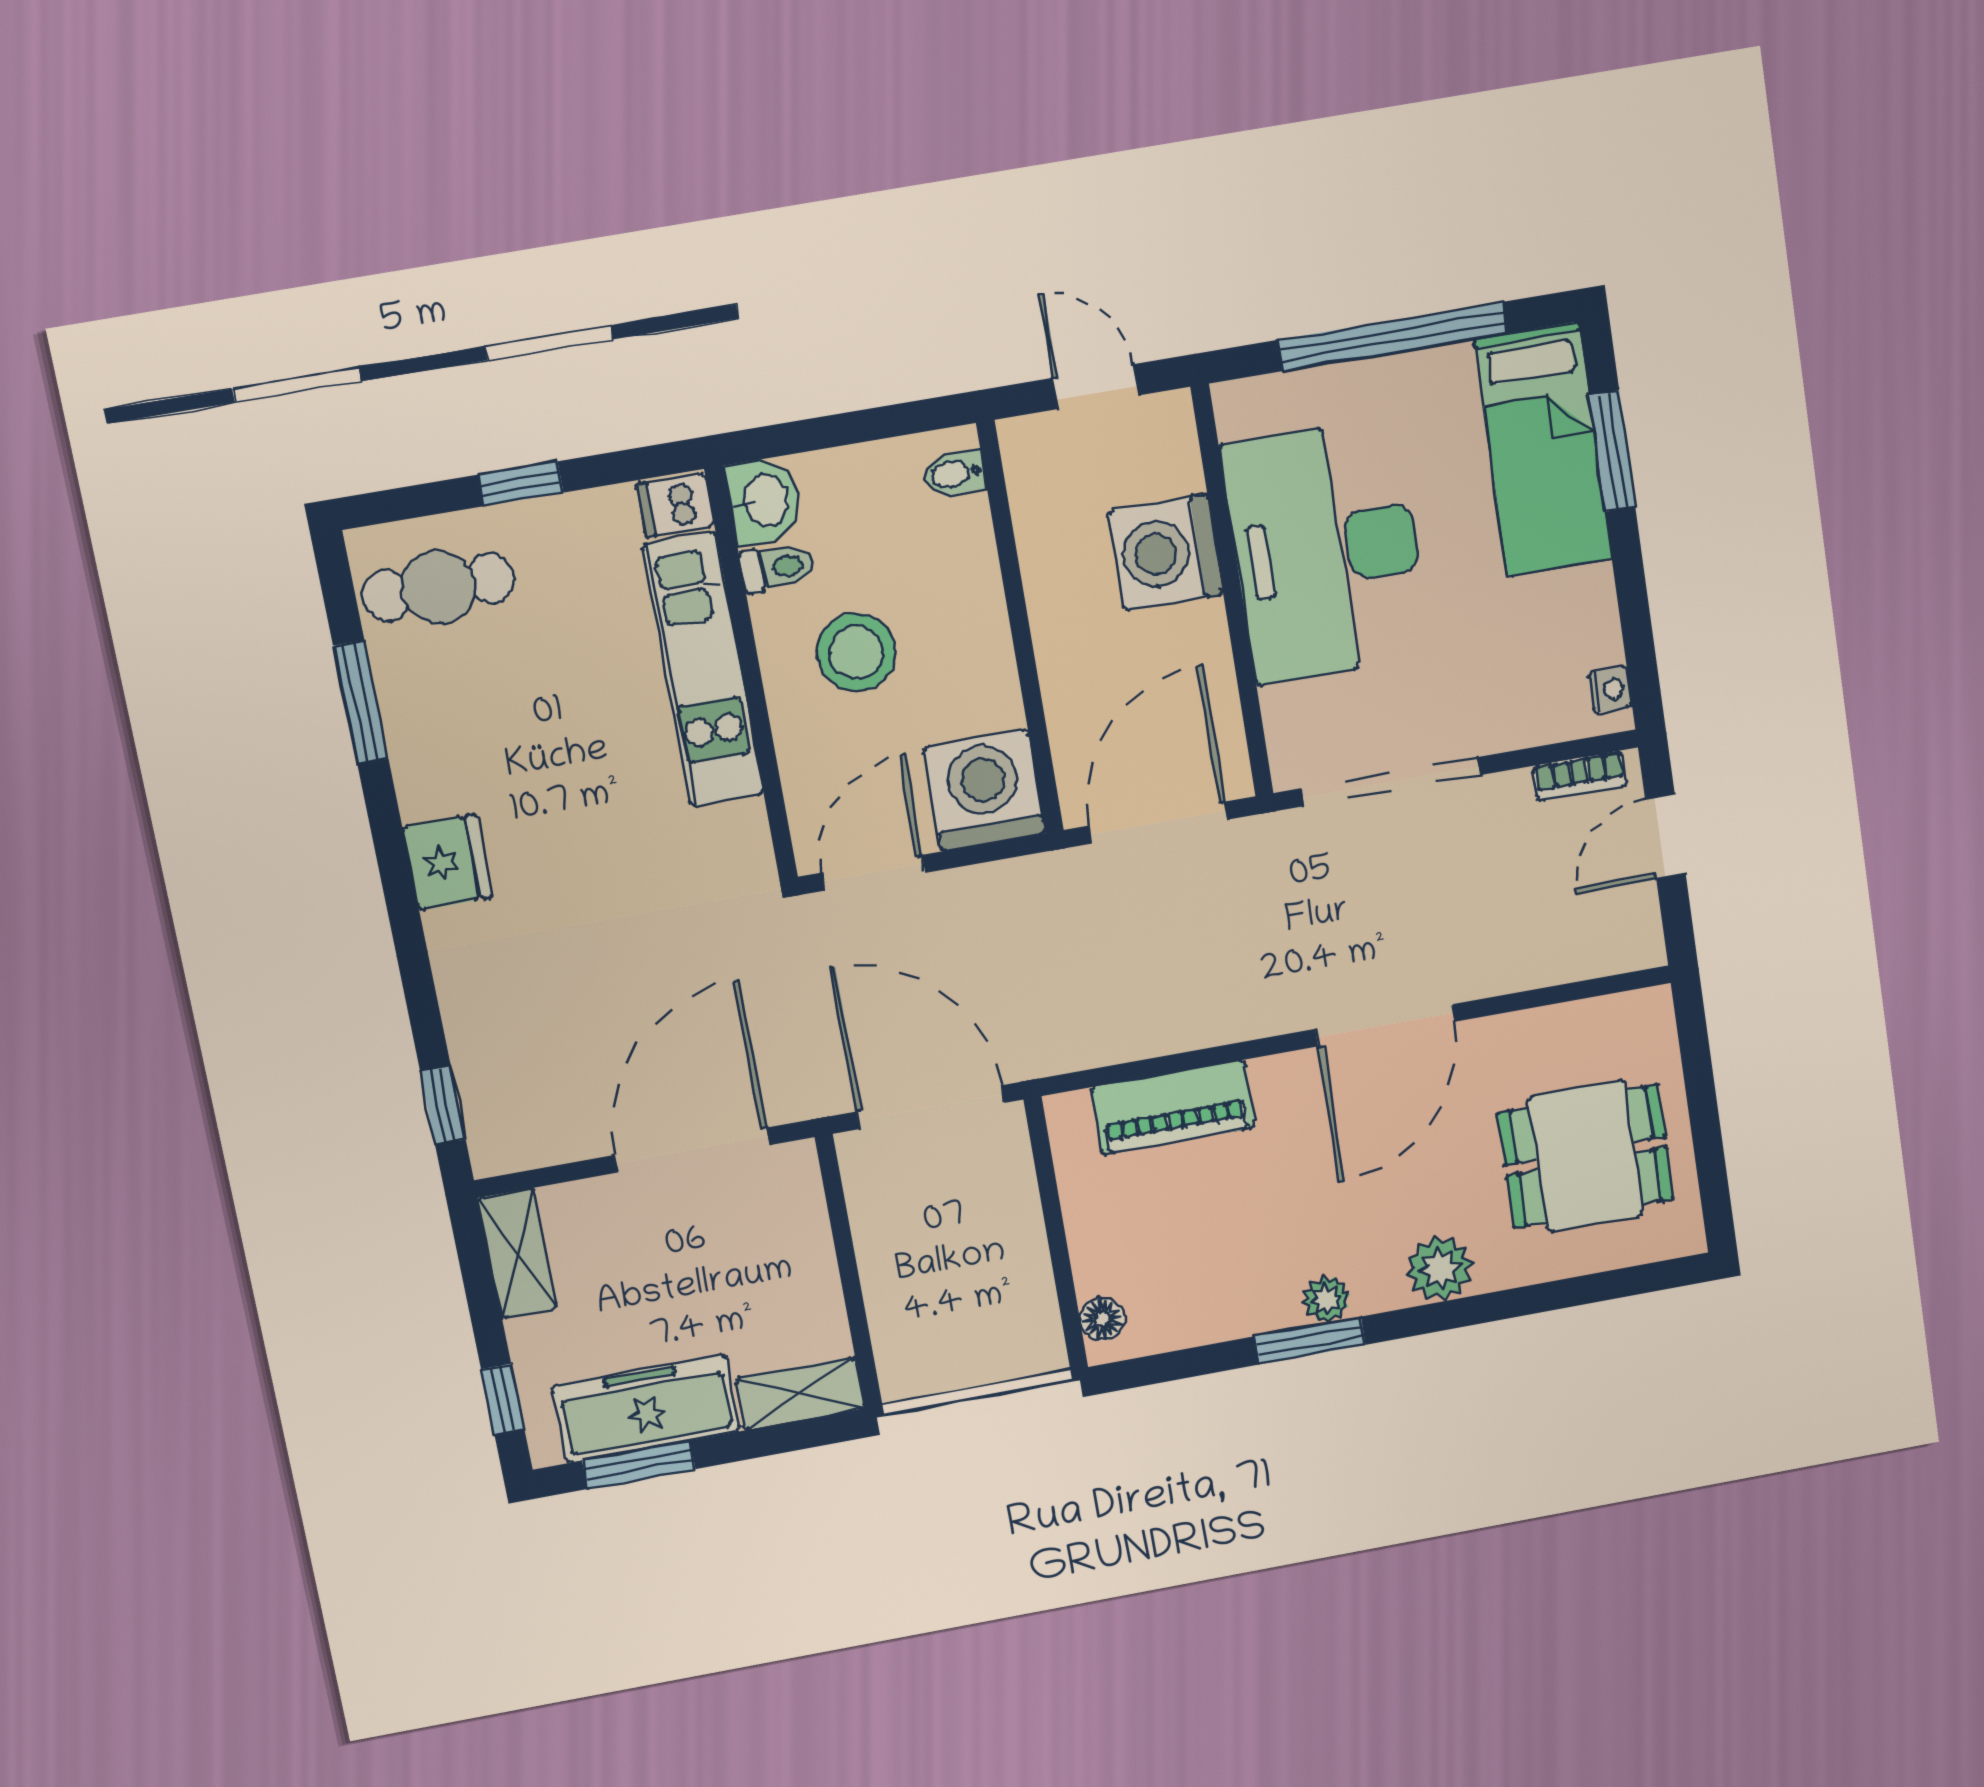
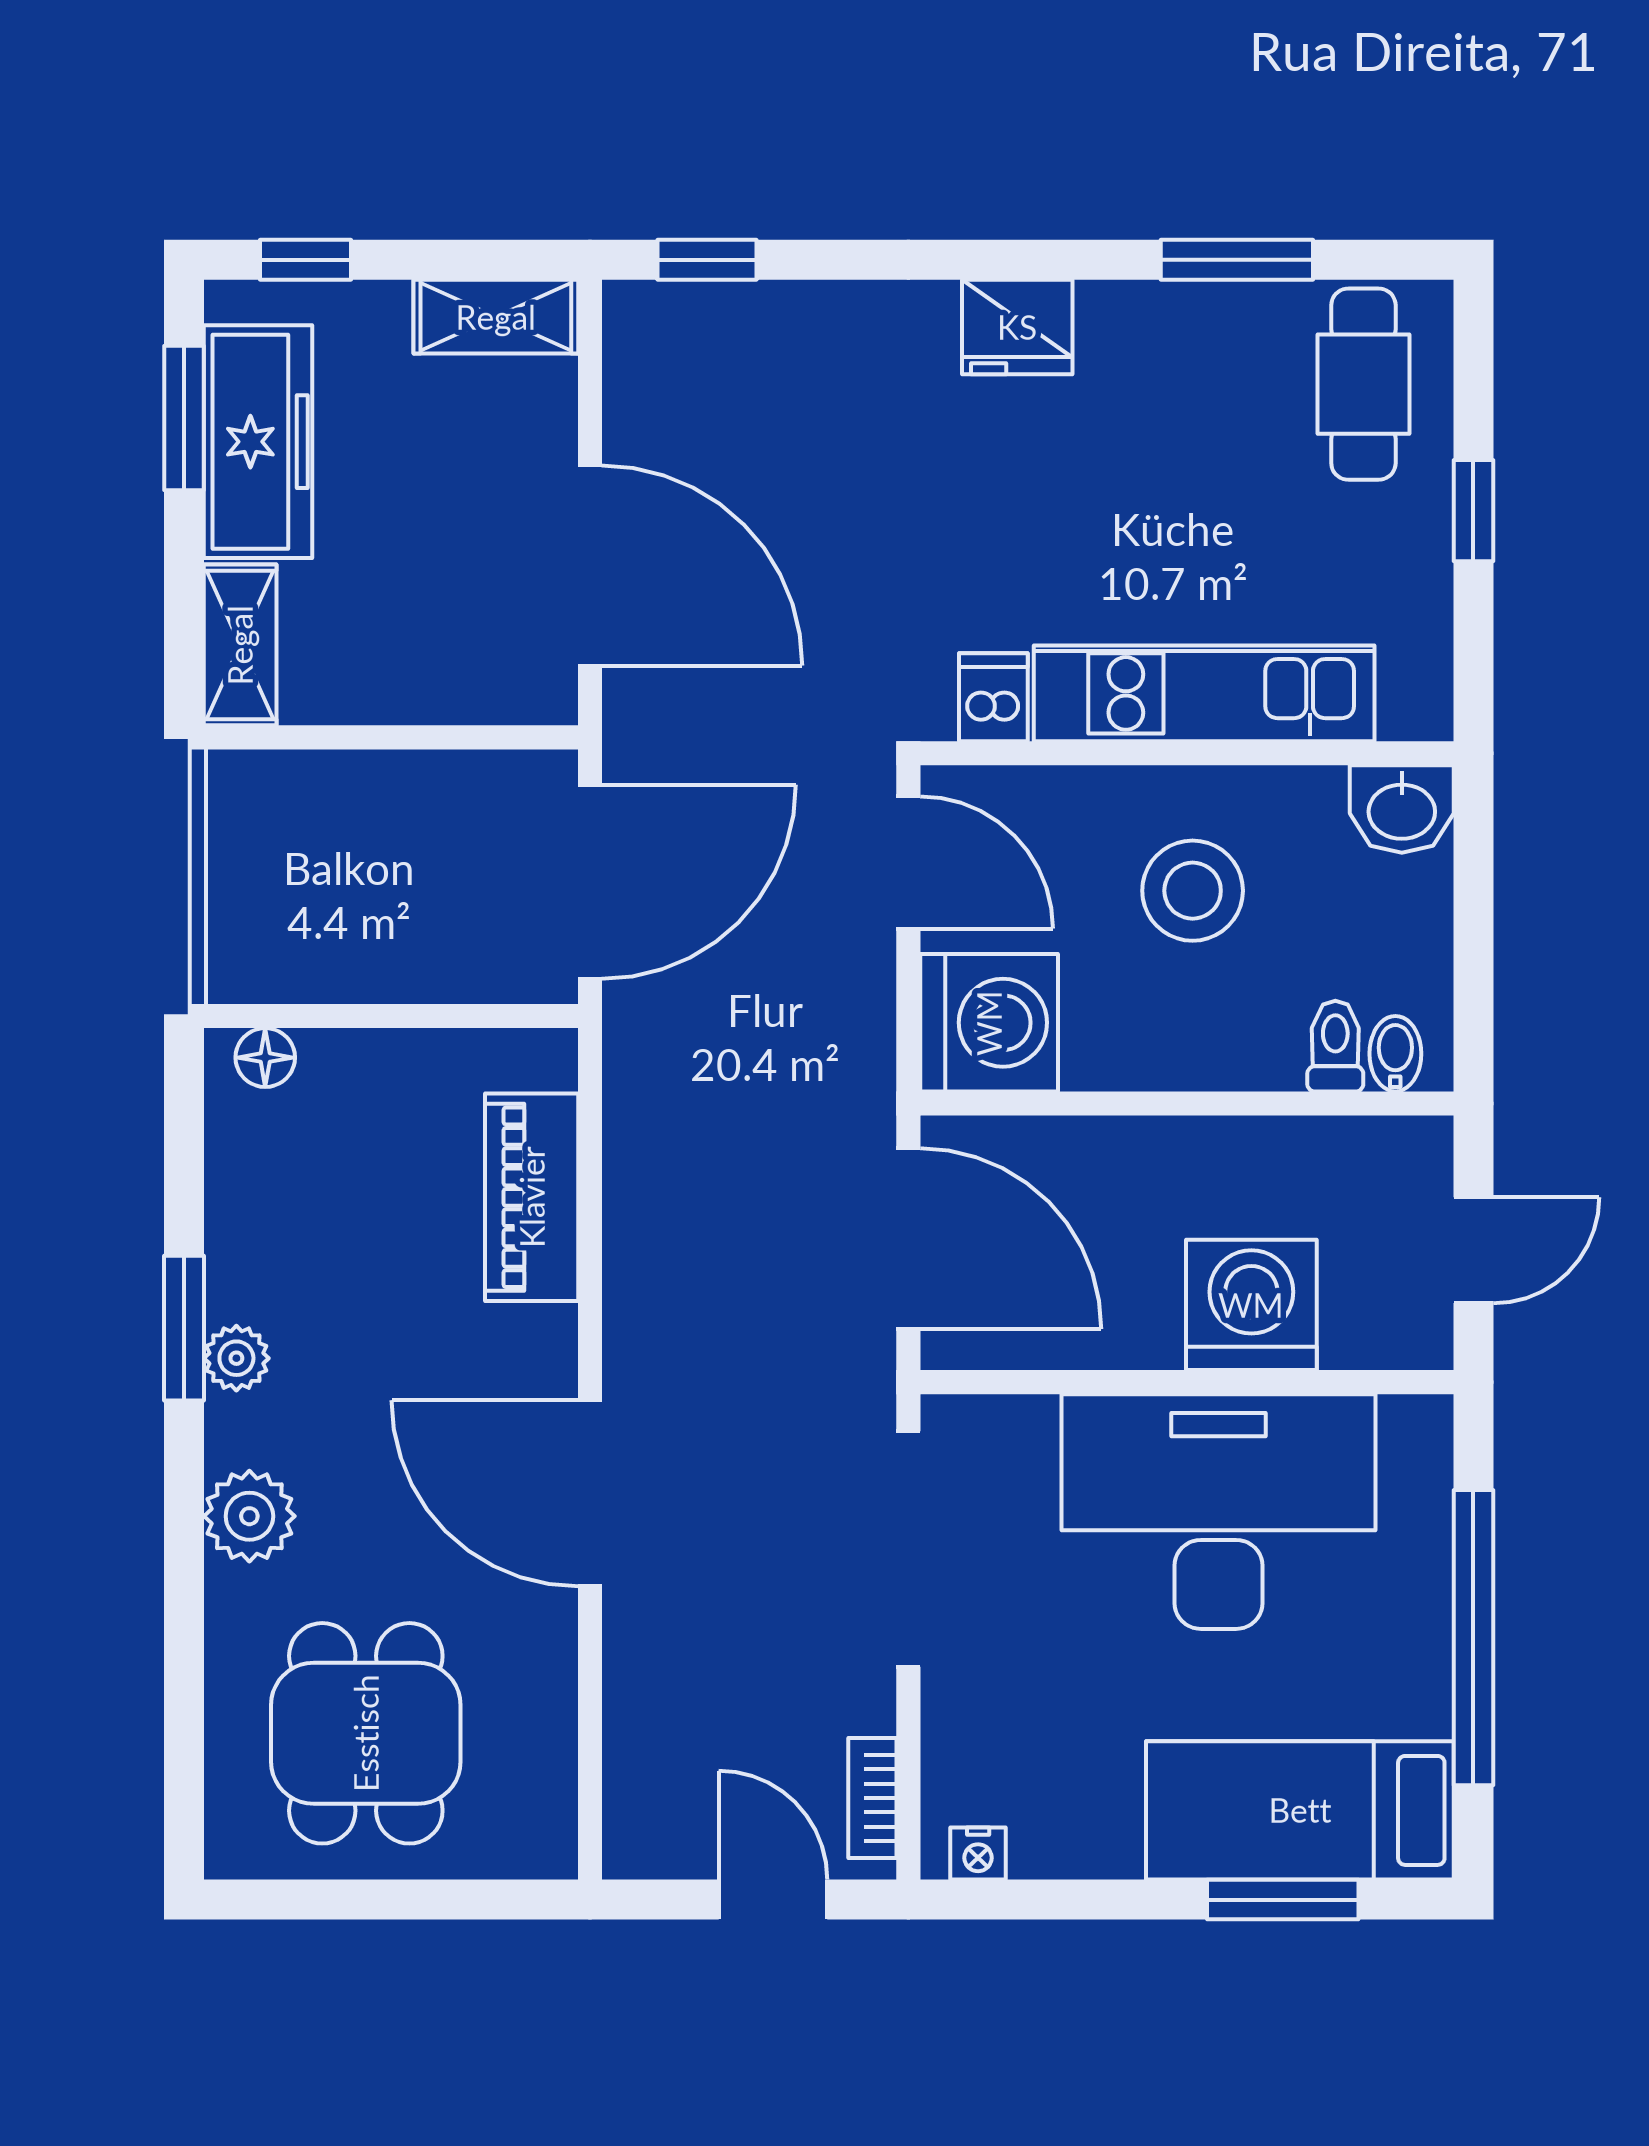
dishwasher: (675, 505) -> (993, 697), moved
toilet: (778, 568) -> (1335, 1046), moved, turned 180

